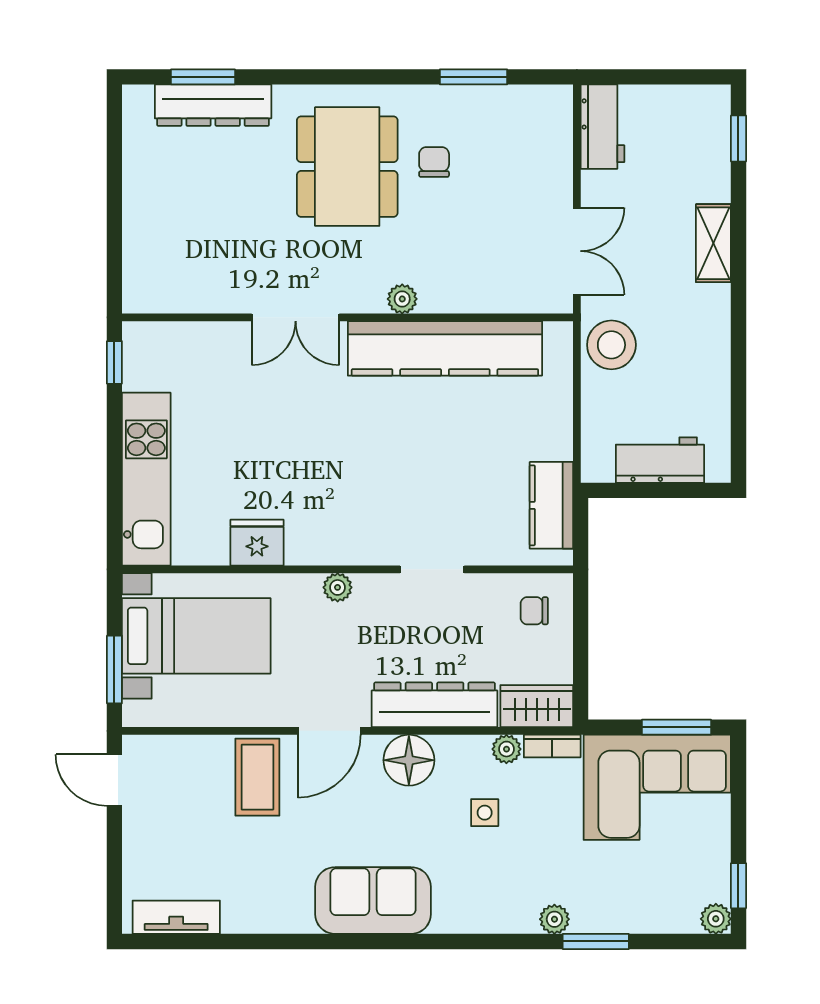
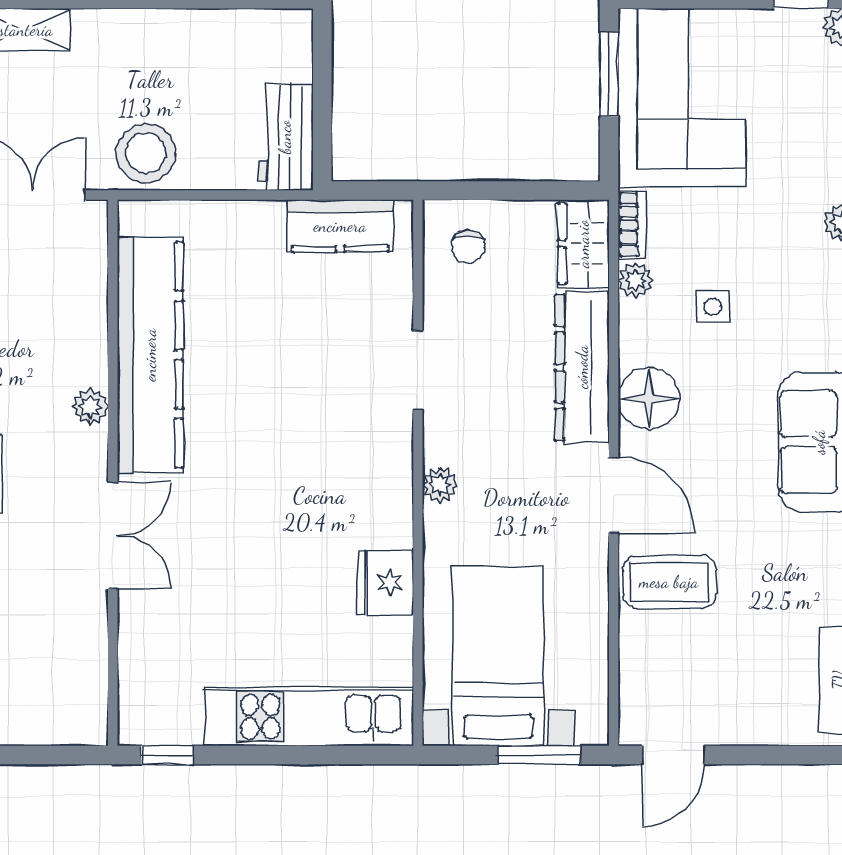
workbench: (660, 460) -> (285, 137), moved

